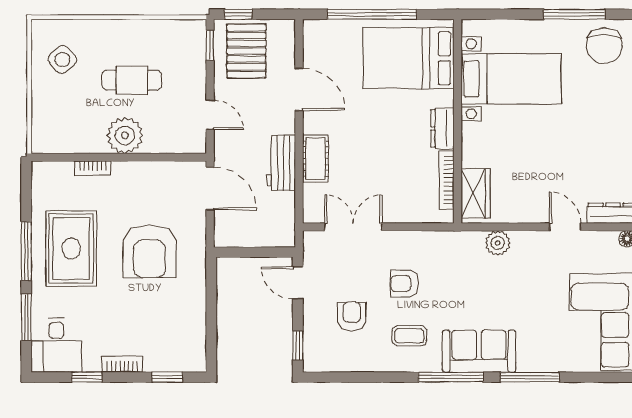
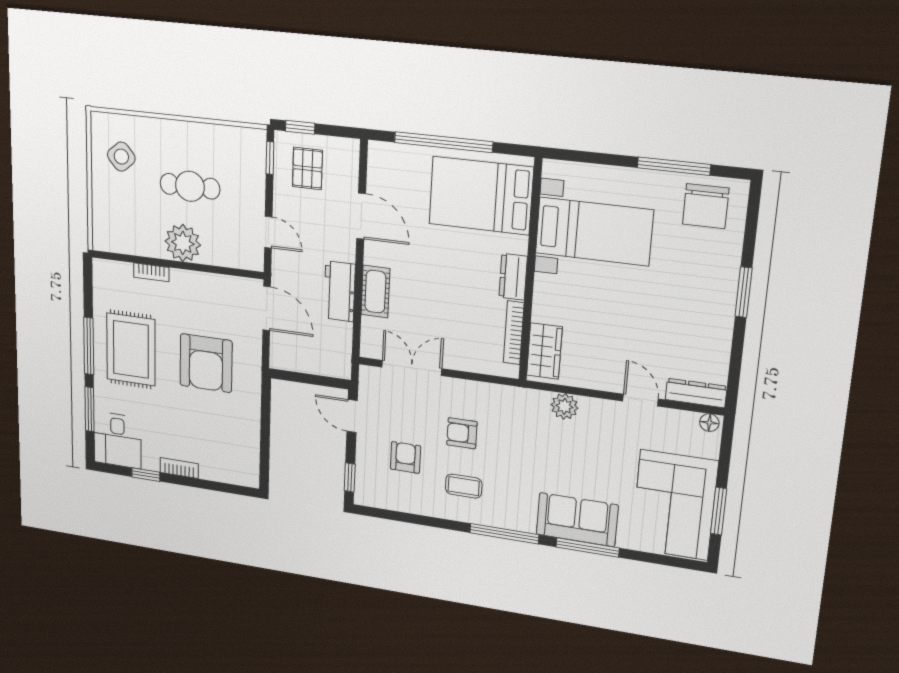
pallet: (246, 51) -> (307, 168), width x0.67, depth x0.71
sofa: (479, 351) -> (577, 520), moved
window: (167, 377) -> (222, 487), removed

